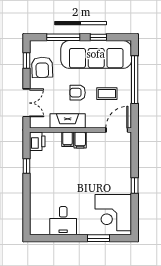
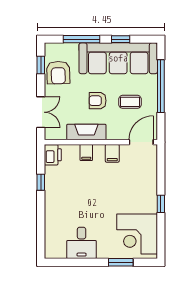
filing cabinet: (80, 140) -> (112, 153), moved

